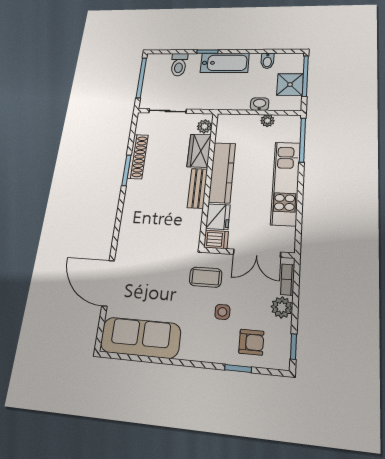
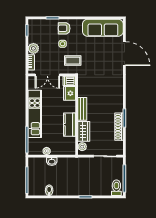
bathtub: (225, 63) -> (74, 189), removed
toilet: (179, 65) -> (116, 188), moved
shower: (290, 85) -> (35, 174), removed
kitchen counter: (222, 172) -> (70, 125), width x0.67
double door: (257, 253) -> (47, 75), swing flipped
armchair: (251, 342) -> (64, 28), moved

